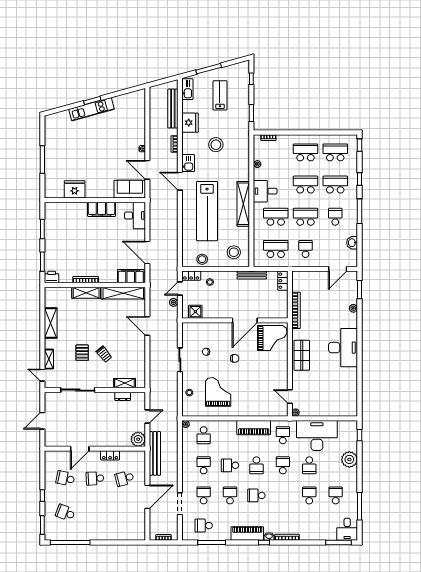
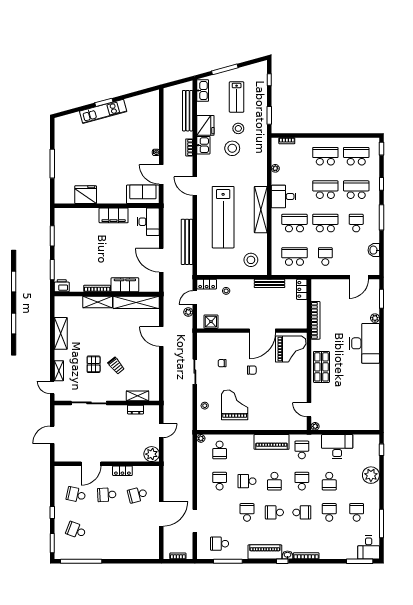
lab bench: (220, 95) -> (237, 97), turned 180
kitchen sink: (188, 163) -> (203, 145), moved
stool: (202, 259) -> (238, 128), moved
filing cabinet: (131, 276) -> (125, 285), moved
desk: (343, 348) -> (364, 343), moved
desk: (317, 435) -> (337, 447), width x0.73, depth x0.77
bench: (155, 453) -> (187, 242), moved
school desk: (204, 495) -> (302, 512), moved, turned 90

